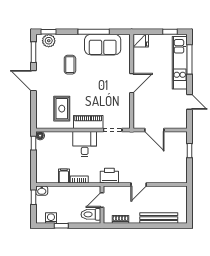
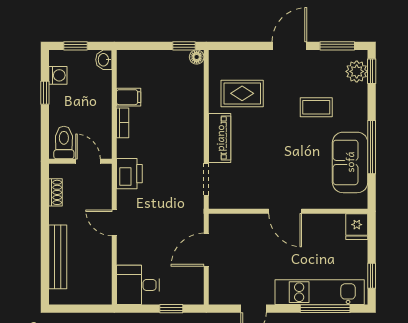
desk: (85, 144) -> (138, 285), moved, turned 180
window: (33, 197) -> (75, 46), moved

